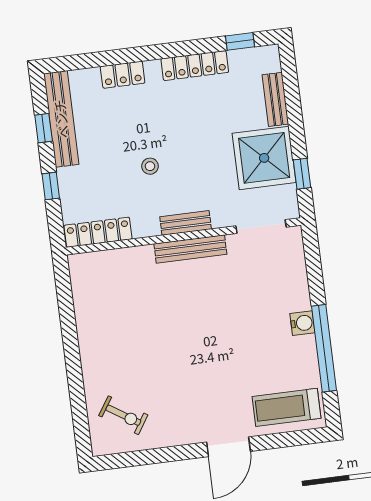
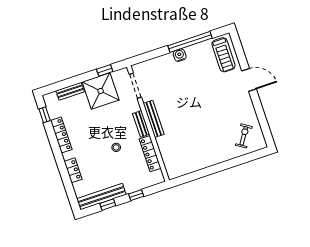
locker: (98, 232) -> (150, 154), moved

